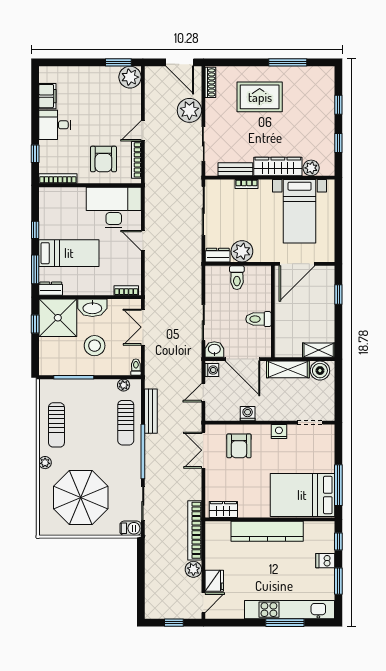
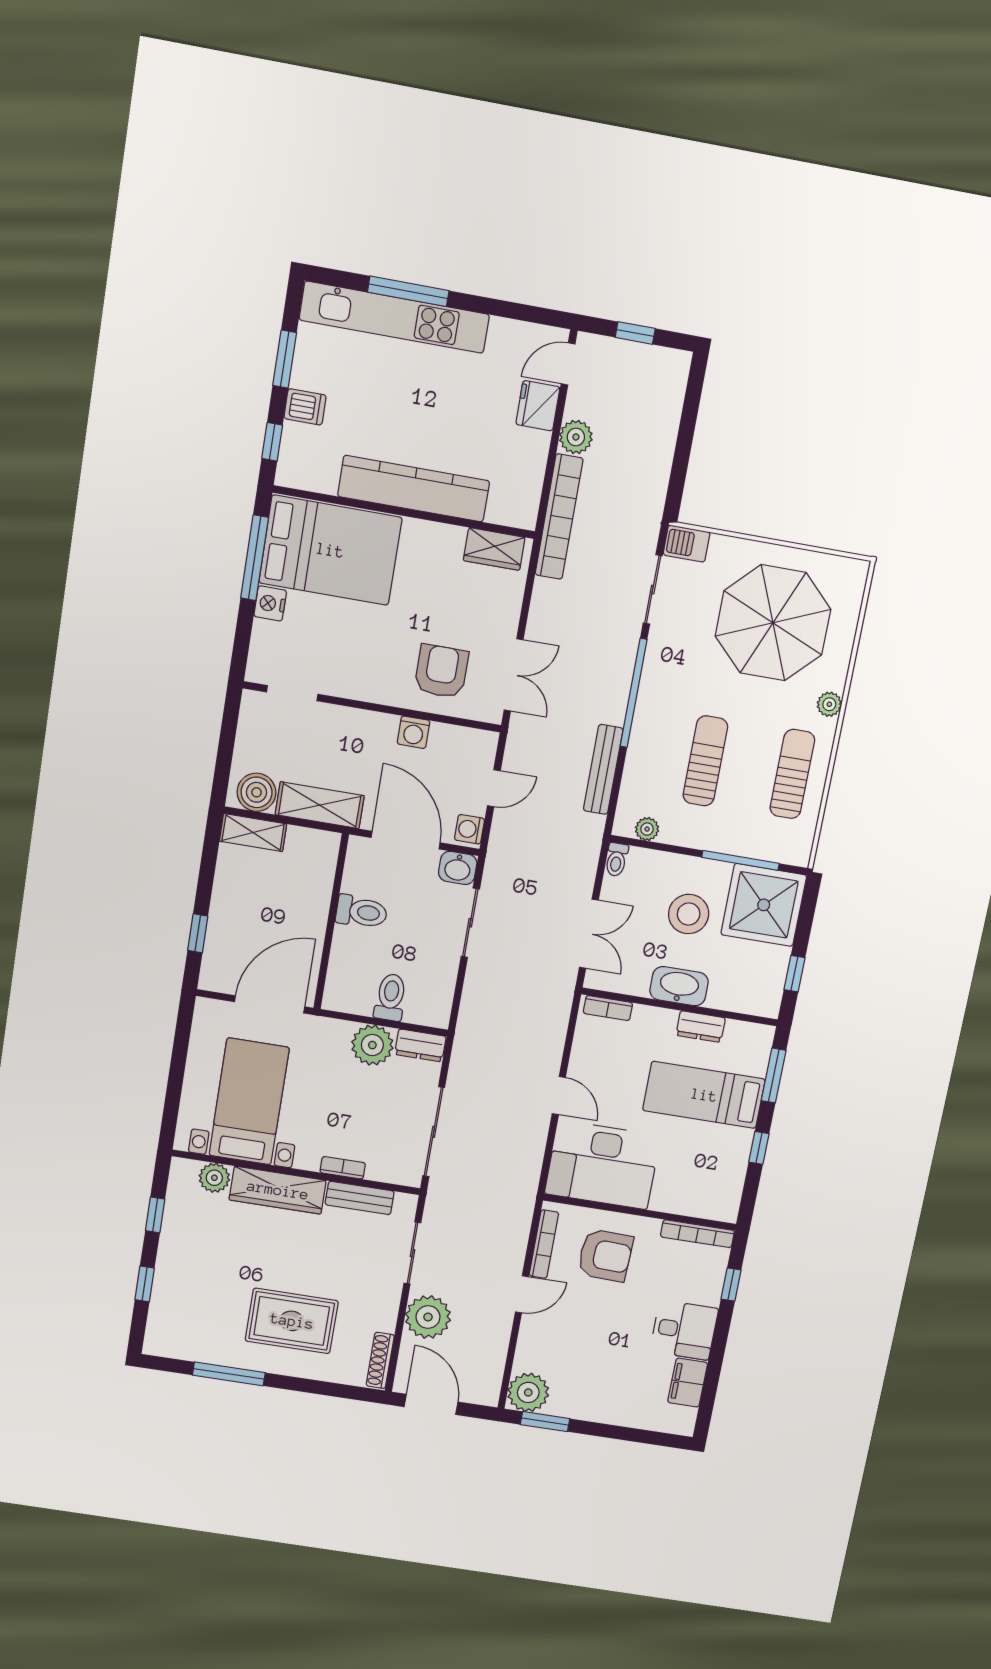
armchair: (103, 159) -> (605, 1255), turned 92
dresser: (51, 289) -> (701, 1027), moved
shower: (58, 318) -> (764, 905), moved
sun lounger: (126, 423) -> (705, 761), moved
nightstand: (279, 432) -> (270, 603), moved, turned 90

